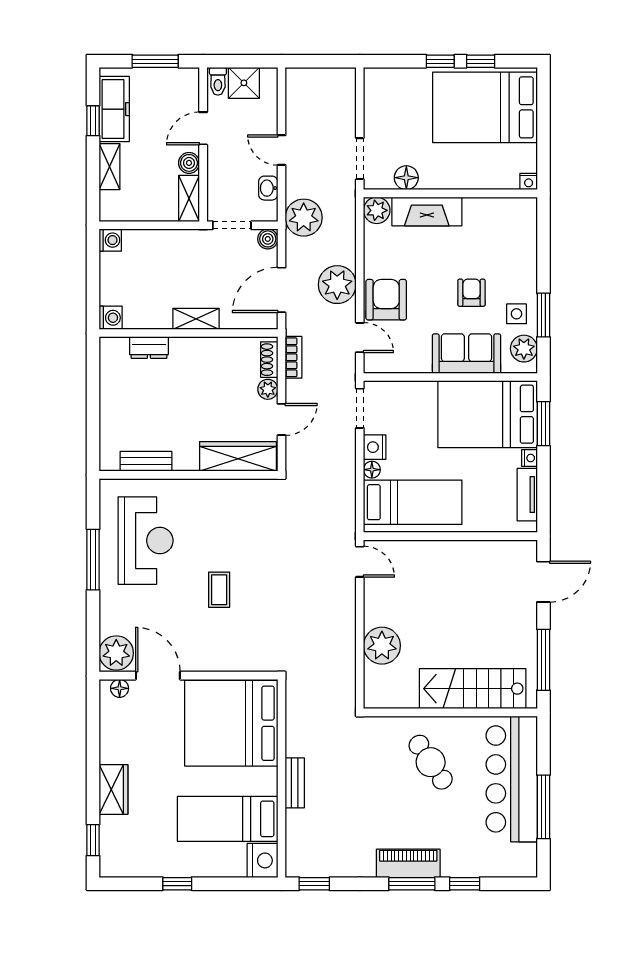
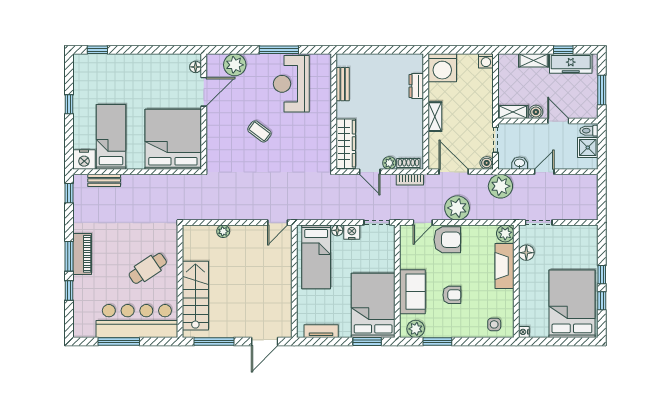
side table: (517, 314) -> (494, 324), moved
washing machine: (111, 318) -> (442, 68), width x1.89, depth x1.89
nightstand: (529, 458) -> (345, 332), removed
reception desk: (146, 541) -> (291, 84), turned 90
door: (543, 582) -> (265, 341), hinge flipped
coffee table: (219, 590) -> (259, 131), turned 37
plant: (382, 646) -> (223, 231), width x0.53, depth x0.53
plant: (116, 653) -> (235, 65), moved
bench: (295, 783) -> (104, 180), moved
wardrobe: (113, 790) -> (130, 63), removed

